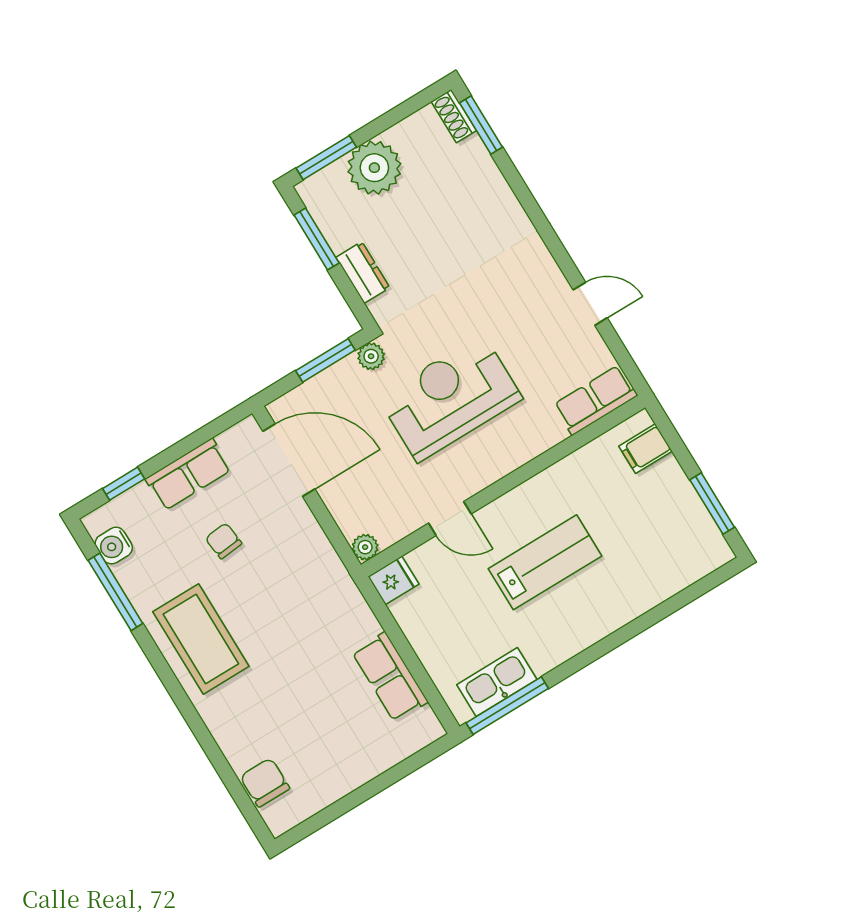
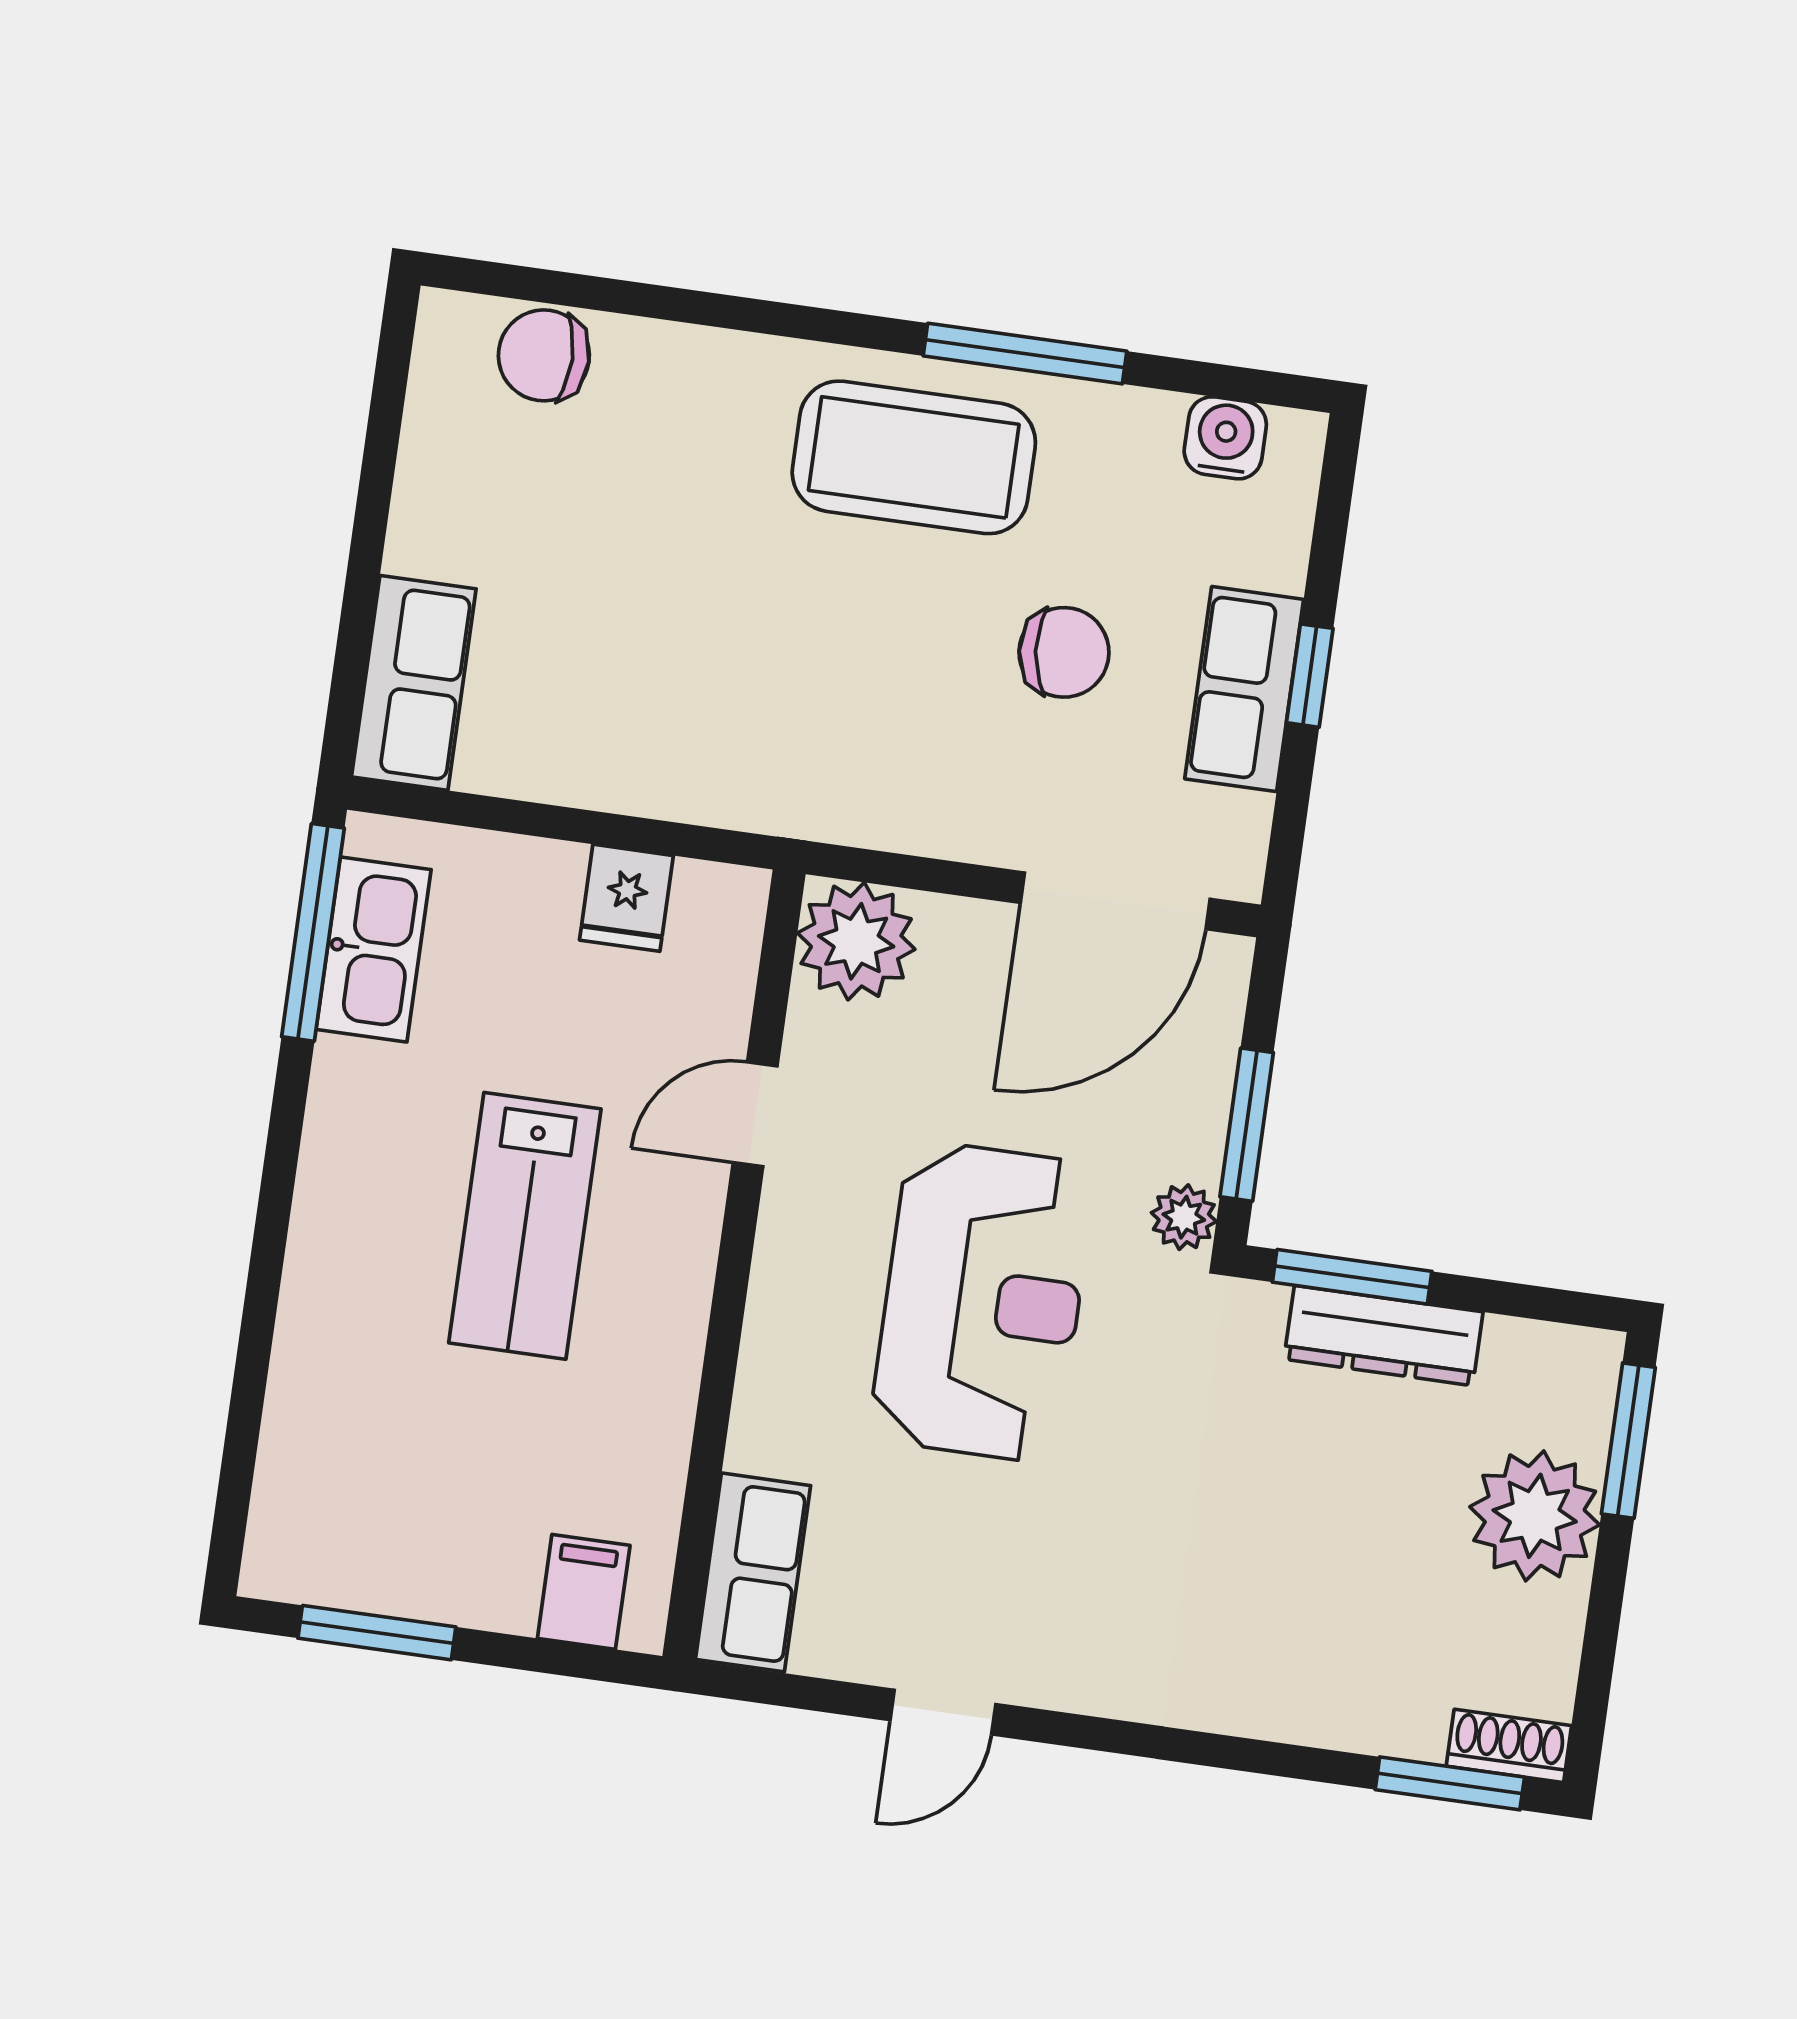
window: (317, 239) -> (1352, 1277), moved
dresser: (363, 272) -> (1383, 1336), width x1.44
window: (124, 484) -> (1310, 676), moved
chair: (224, 541) -> (1064, 652), width x1.37, depth x1.37
plant: (365, 547) -> (856, 941), width x1.88, depth x1.88
fridge: (393, 580) -> (626, 898), moved
window: (115, 592) -> (1025, 354), moved
row of seats: (390, 677) -> (414, 683), moved, turned 90
chair: (265, 782) -> (544, 355), turned 180

